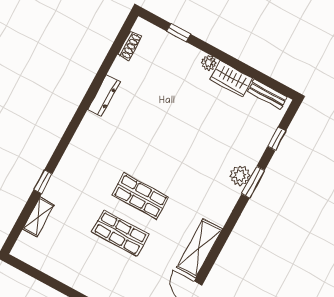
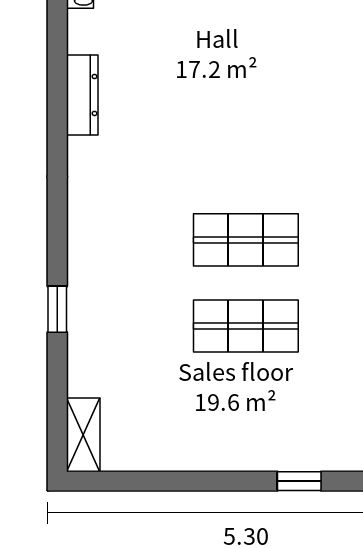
shelving: (38, 217) -> (83, 435), moved

